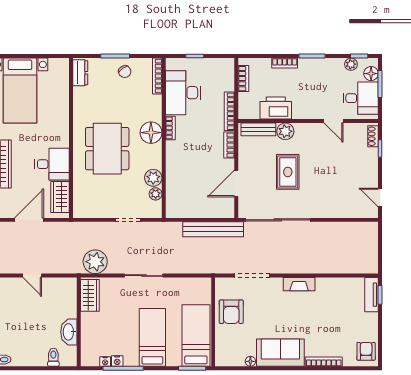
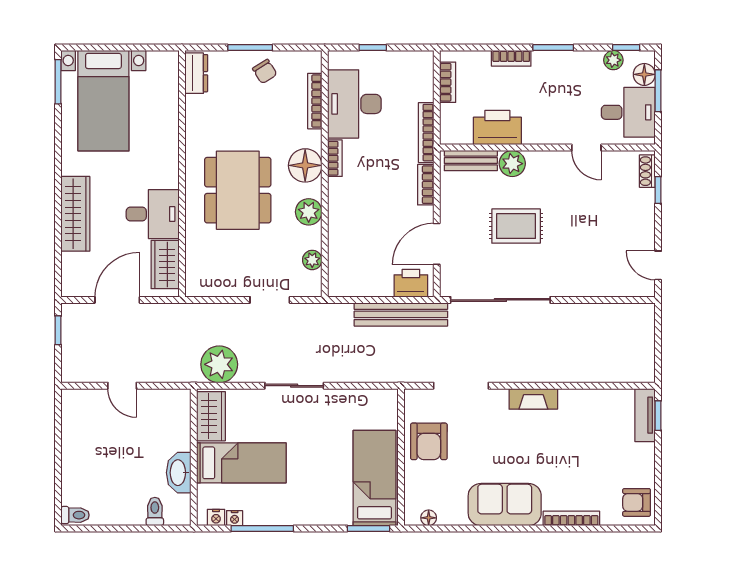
bookcase: (157, 76) -> (315, 101), moved
rug: (288, 172) -> (516, 226), turned 90
plant: (153, 178) -> (309, 212), moved
printer: (220, 209) -> (411, 283), added
bed: (152, 337) -> (241, 463), moved, turned 90
armchair: (366, 351) -> (637, 502), turned -90
nightstand: (117, 361) -> (216, 517), moved
floor lamp: (250, 361) -> (429, 518), moved

